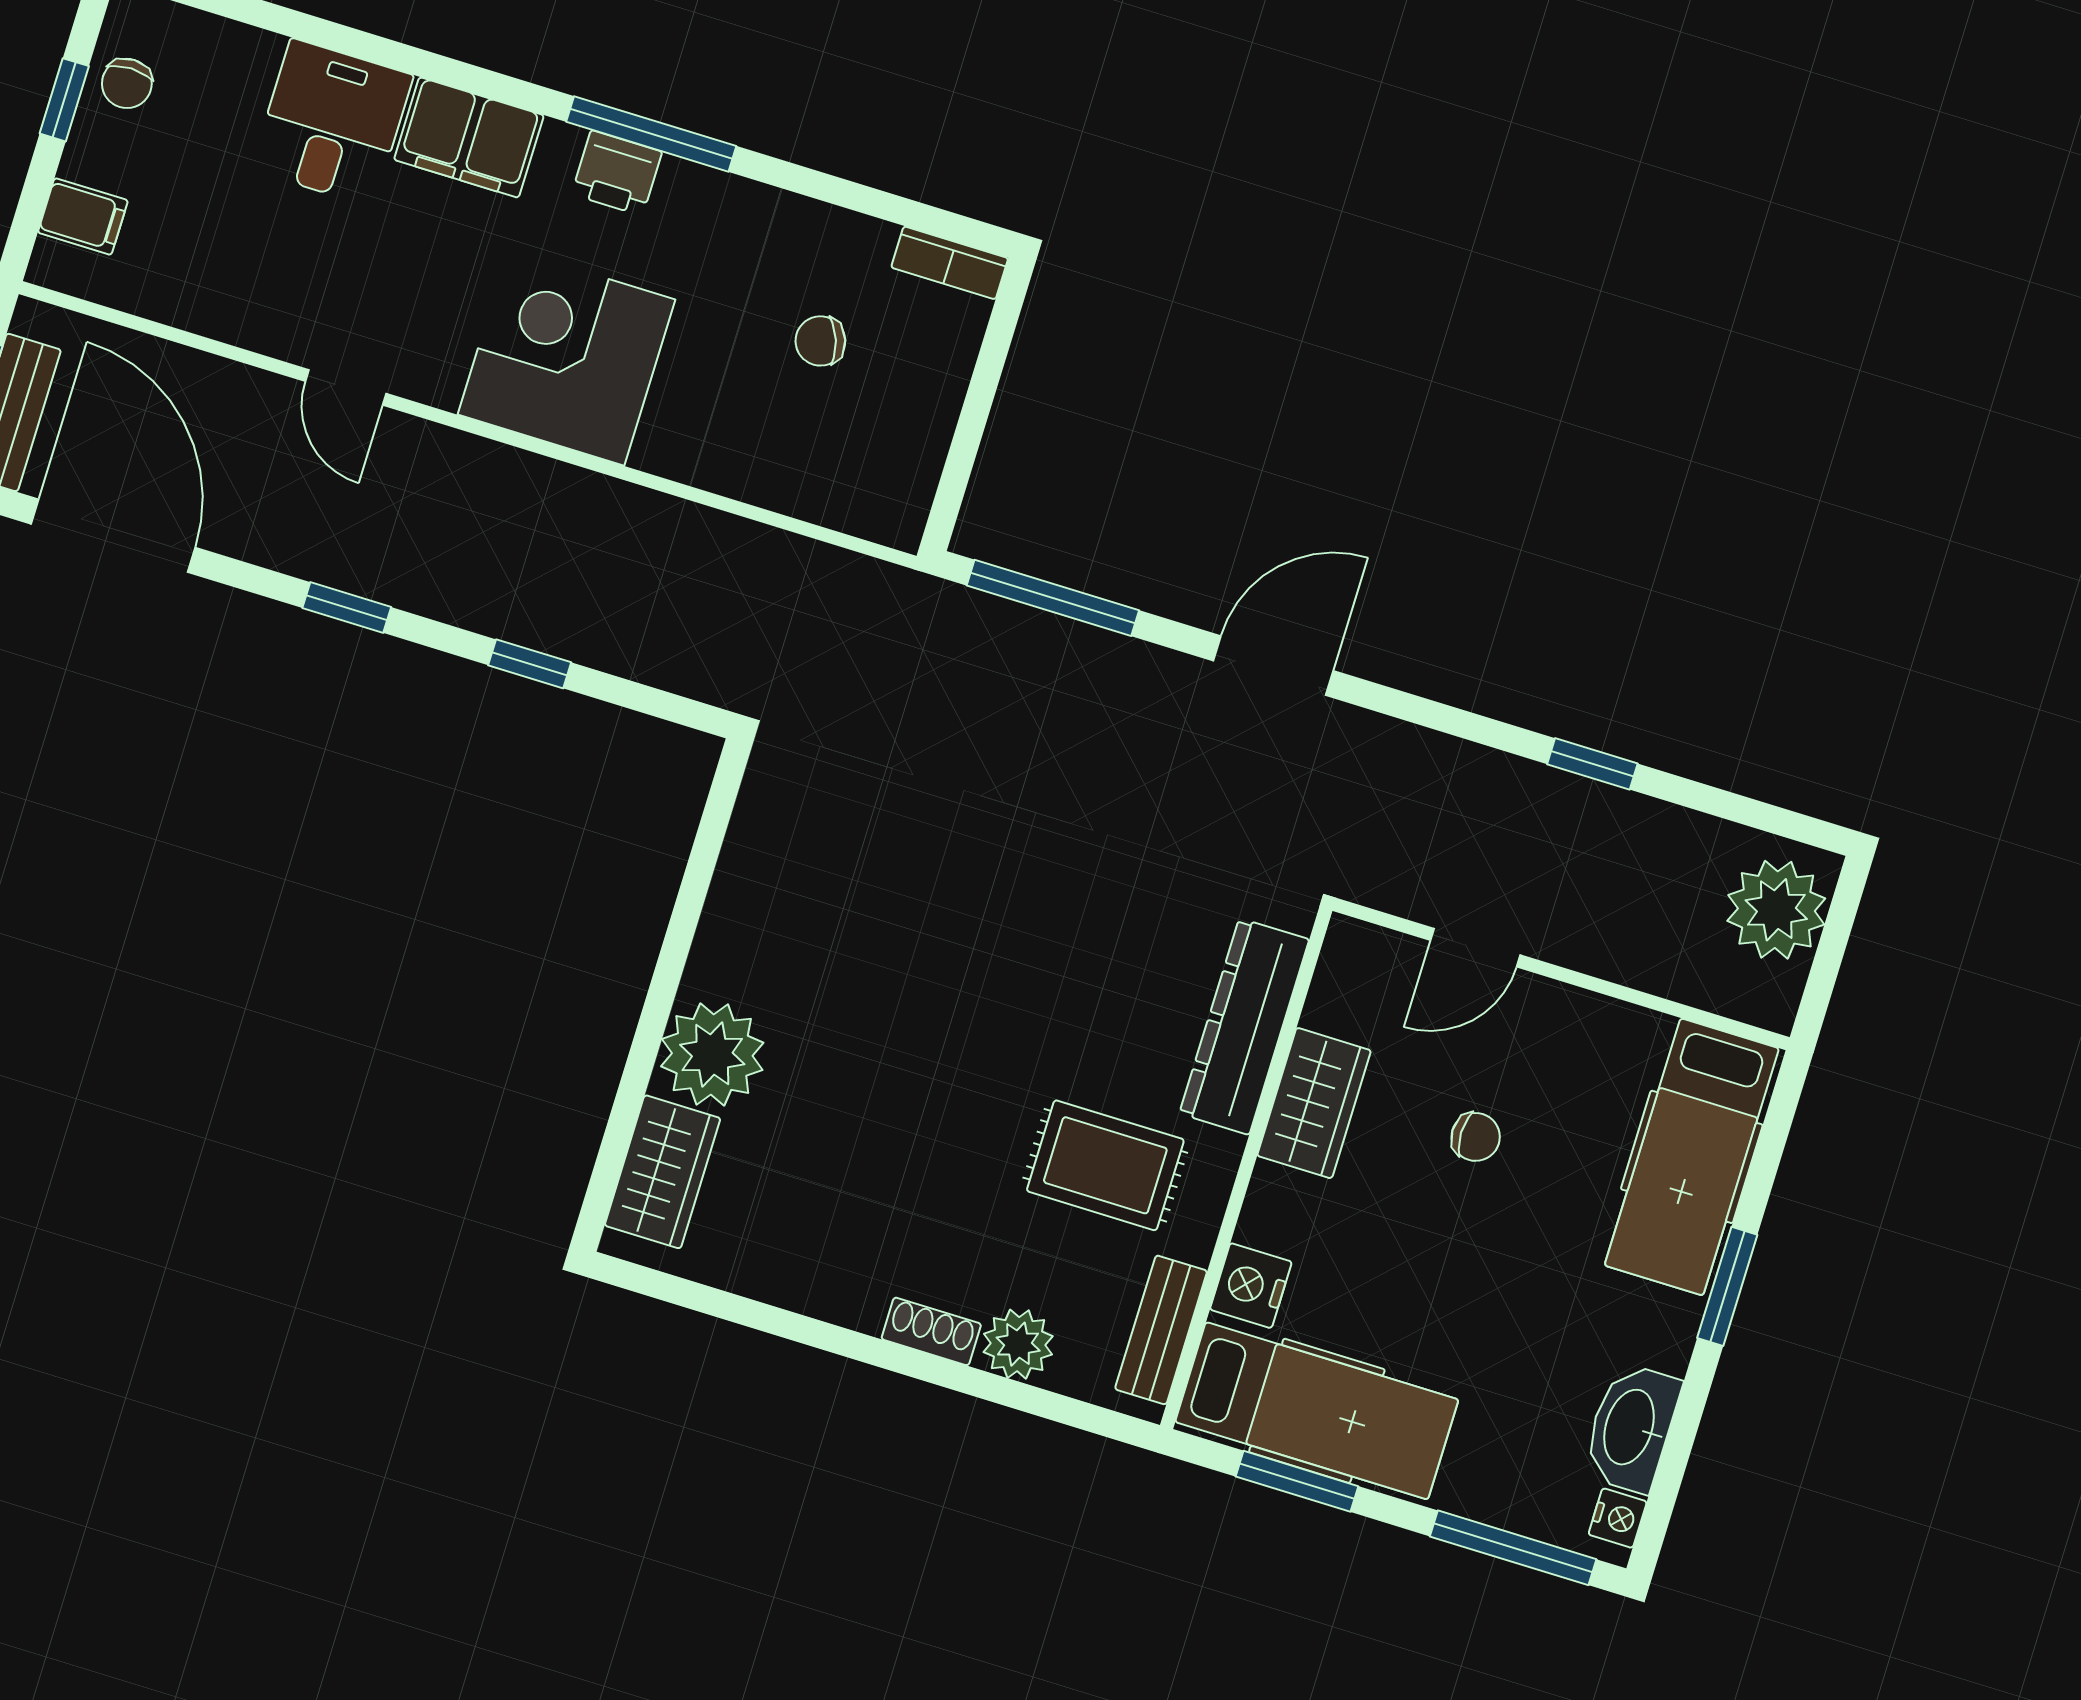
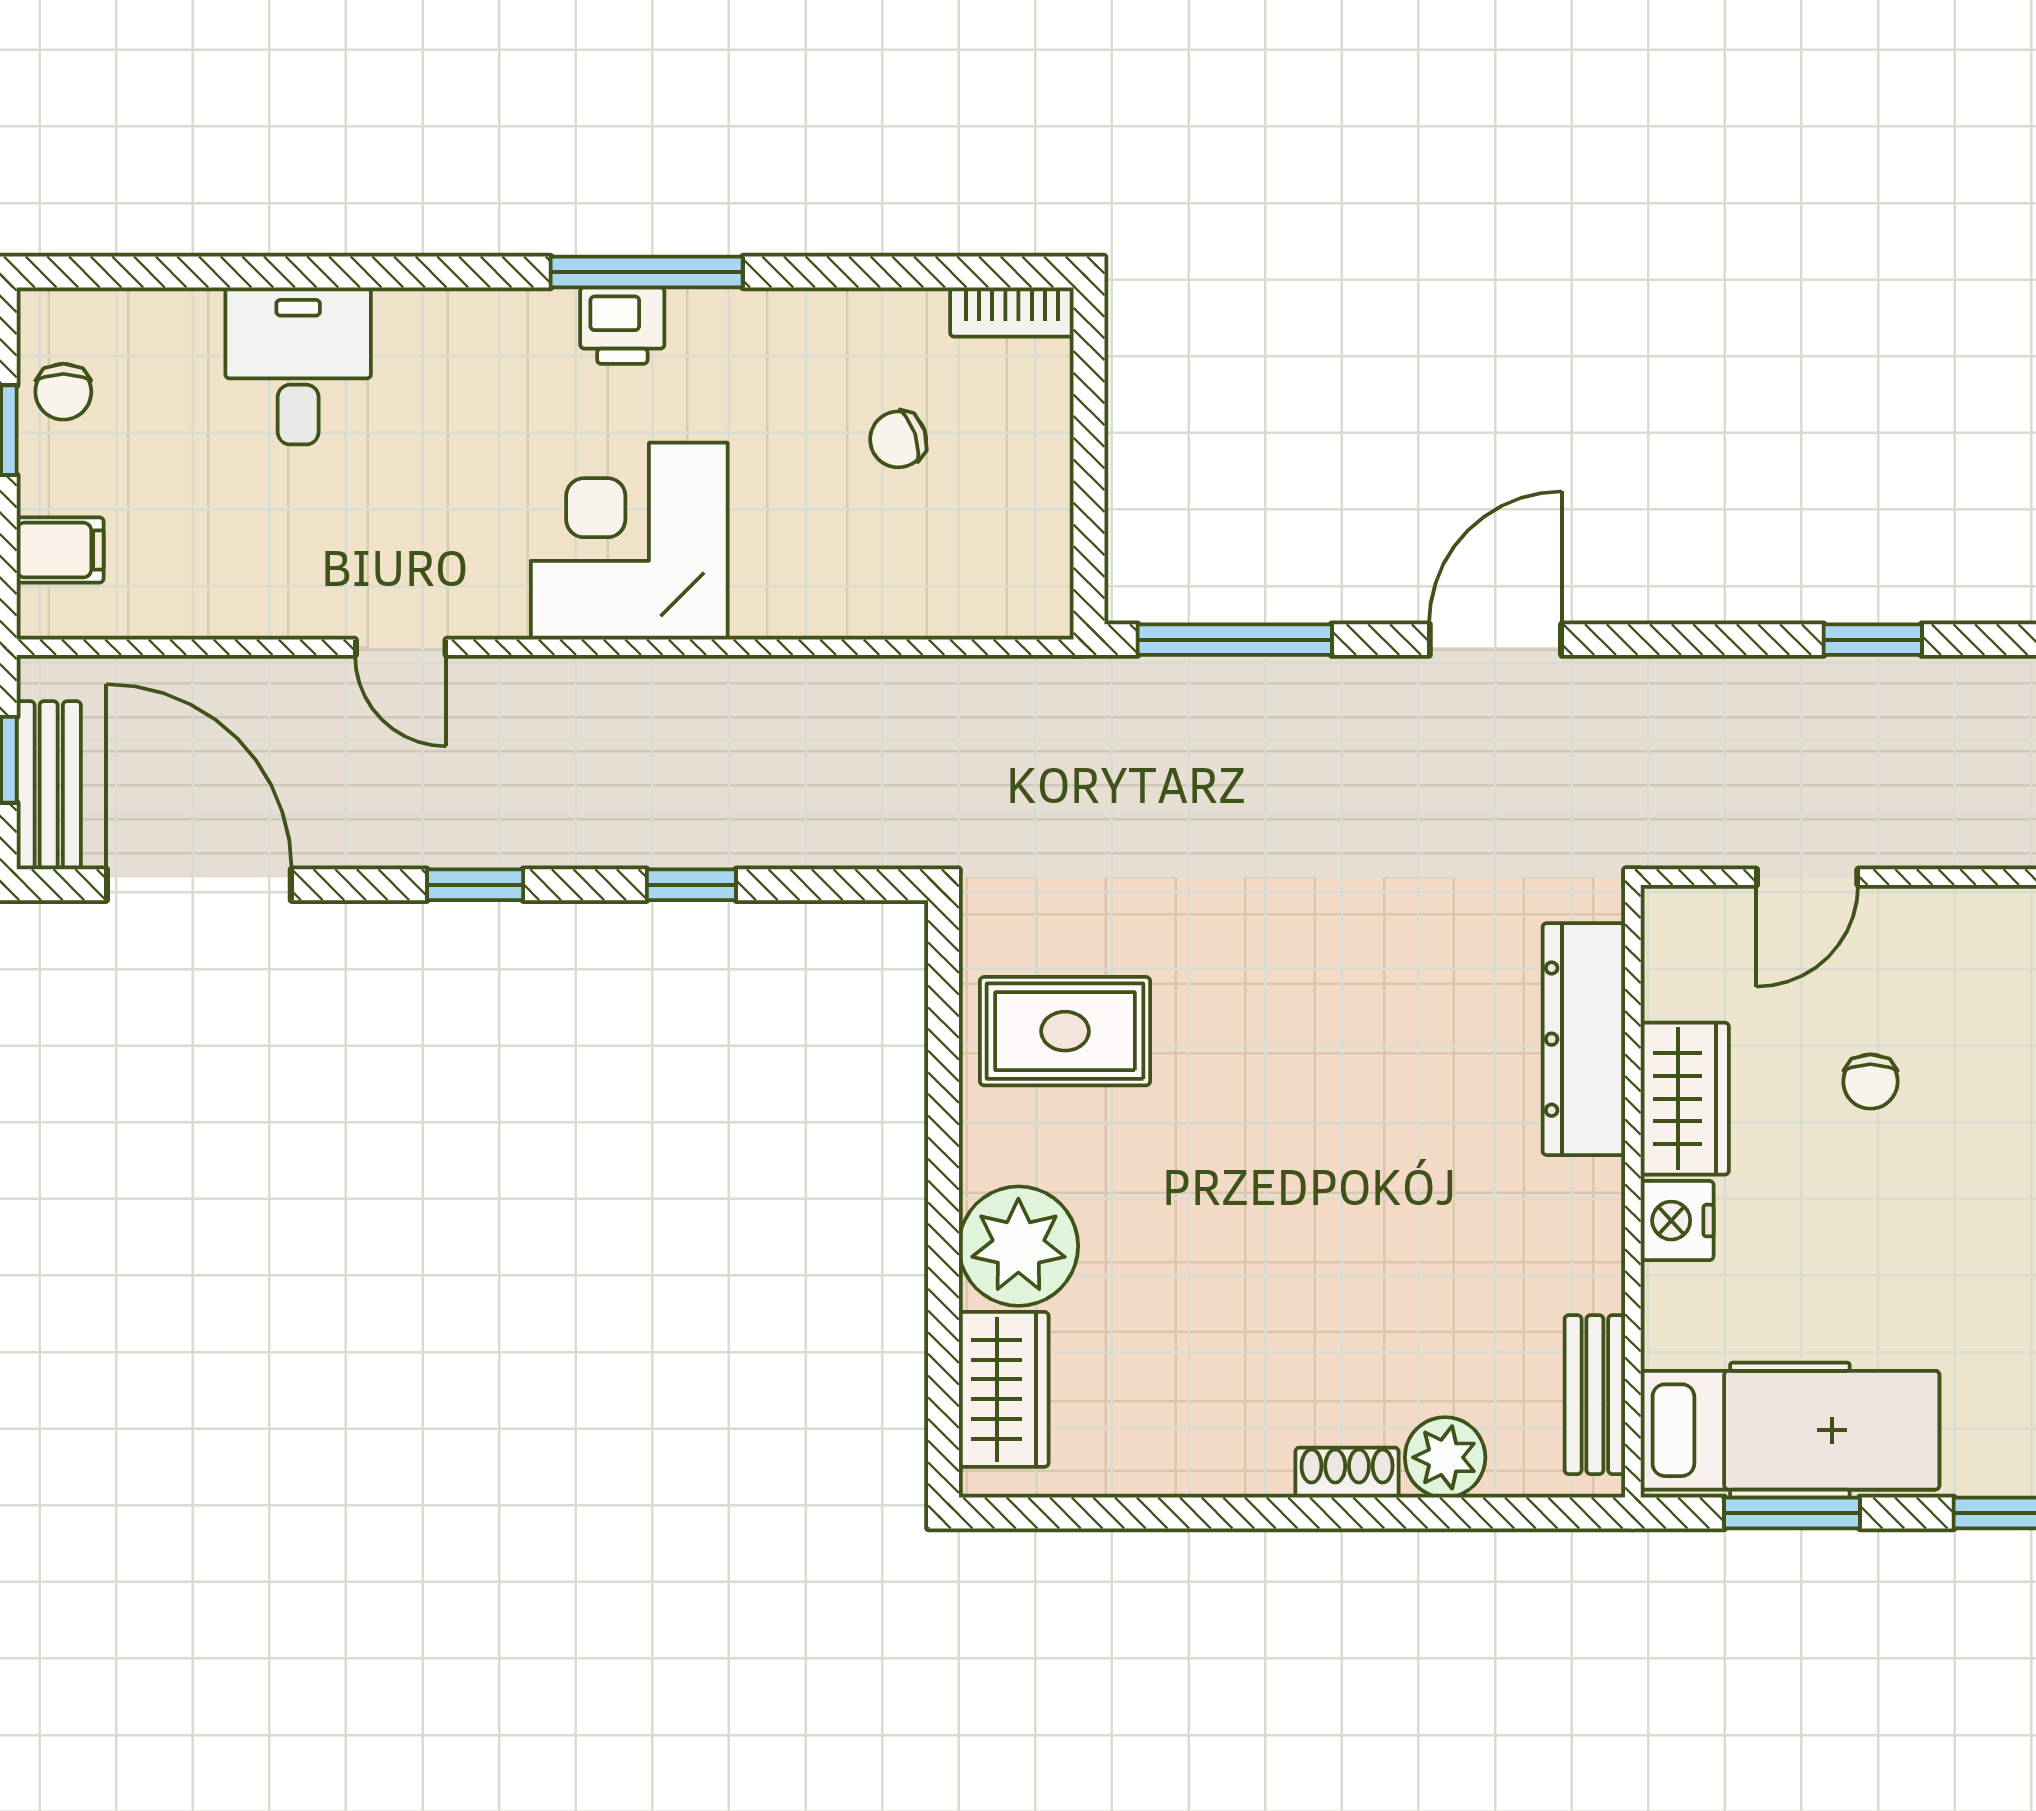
filing cabinet: (469, 137) -> (451, 336), removed
chair: (1476, 1137) -> (1870, 1082), turned 90
rug: (1105, 1165) -> (1065, 1031), moved
nightstand: (1251, 1286) -> (1677, 1221), moved

